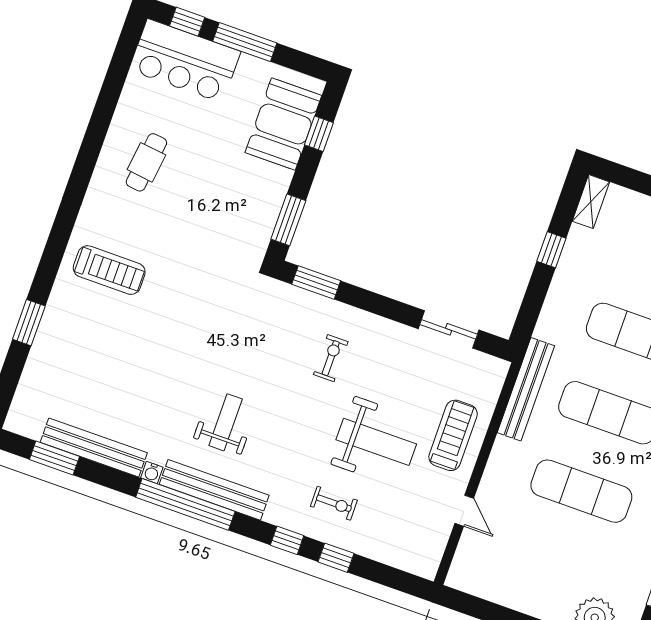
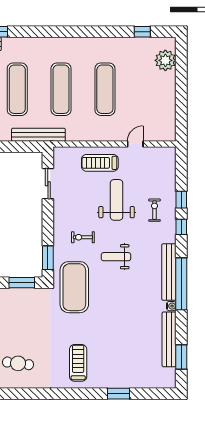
exercise mat: (247, 311) -> (74, 287), added
bench: (526, 389) -> (38, 135), moved
weight bench: (226, 422) -> (116, 257), moved

